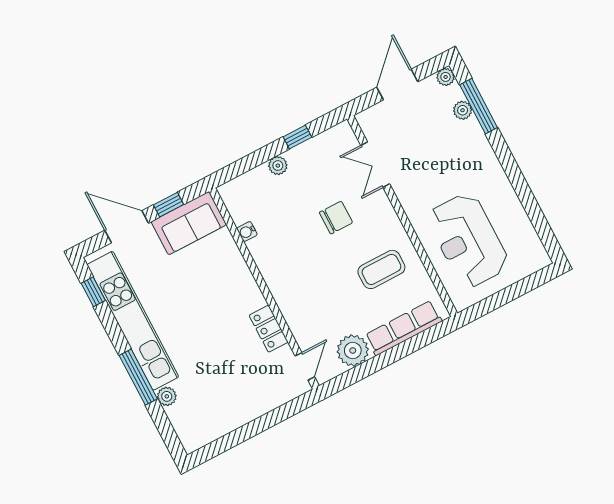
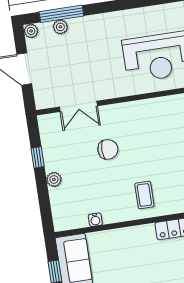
chair: (336, 218) -> (108, 149), turned 90
coffee table: (381, 269) -> (144, 195), moved, width x0.73, depth x0.77

